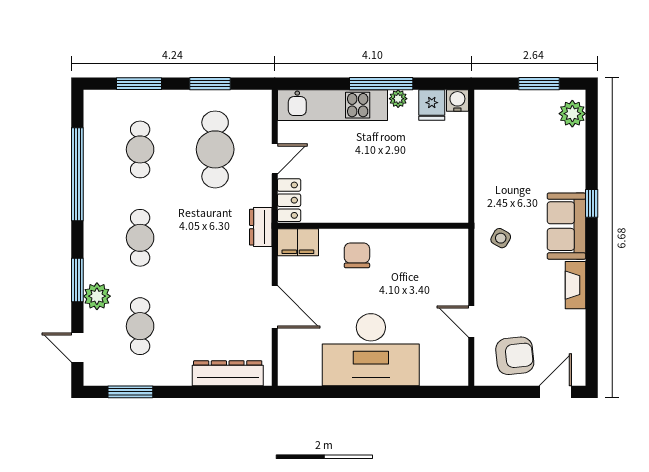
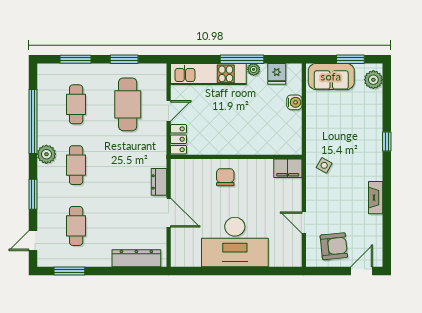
water cooler: (457, 101) -> (294, 102), moved, turned 90
sofa: (567, 226) -> (331, 76), moved, turned -90
dresser: (261, 227) -> (159, 182), moved
filing cabinet: (298, 242) -> (288, 168), moved
plant: (97, 296) -> (46, 154), moved
door: (77, 348) -> (33, 241), hinge flipped

